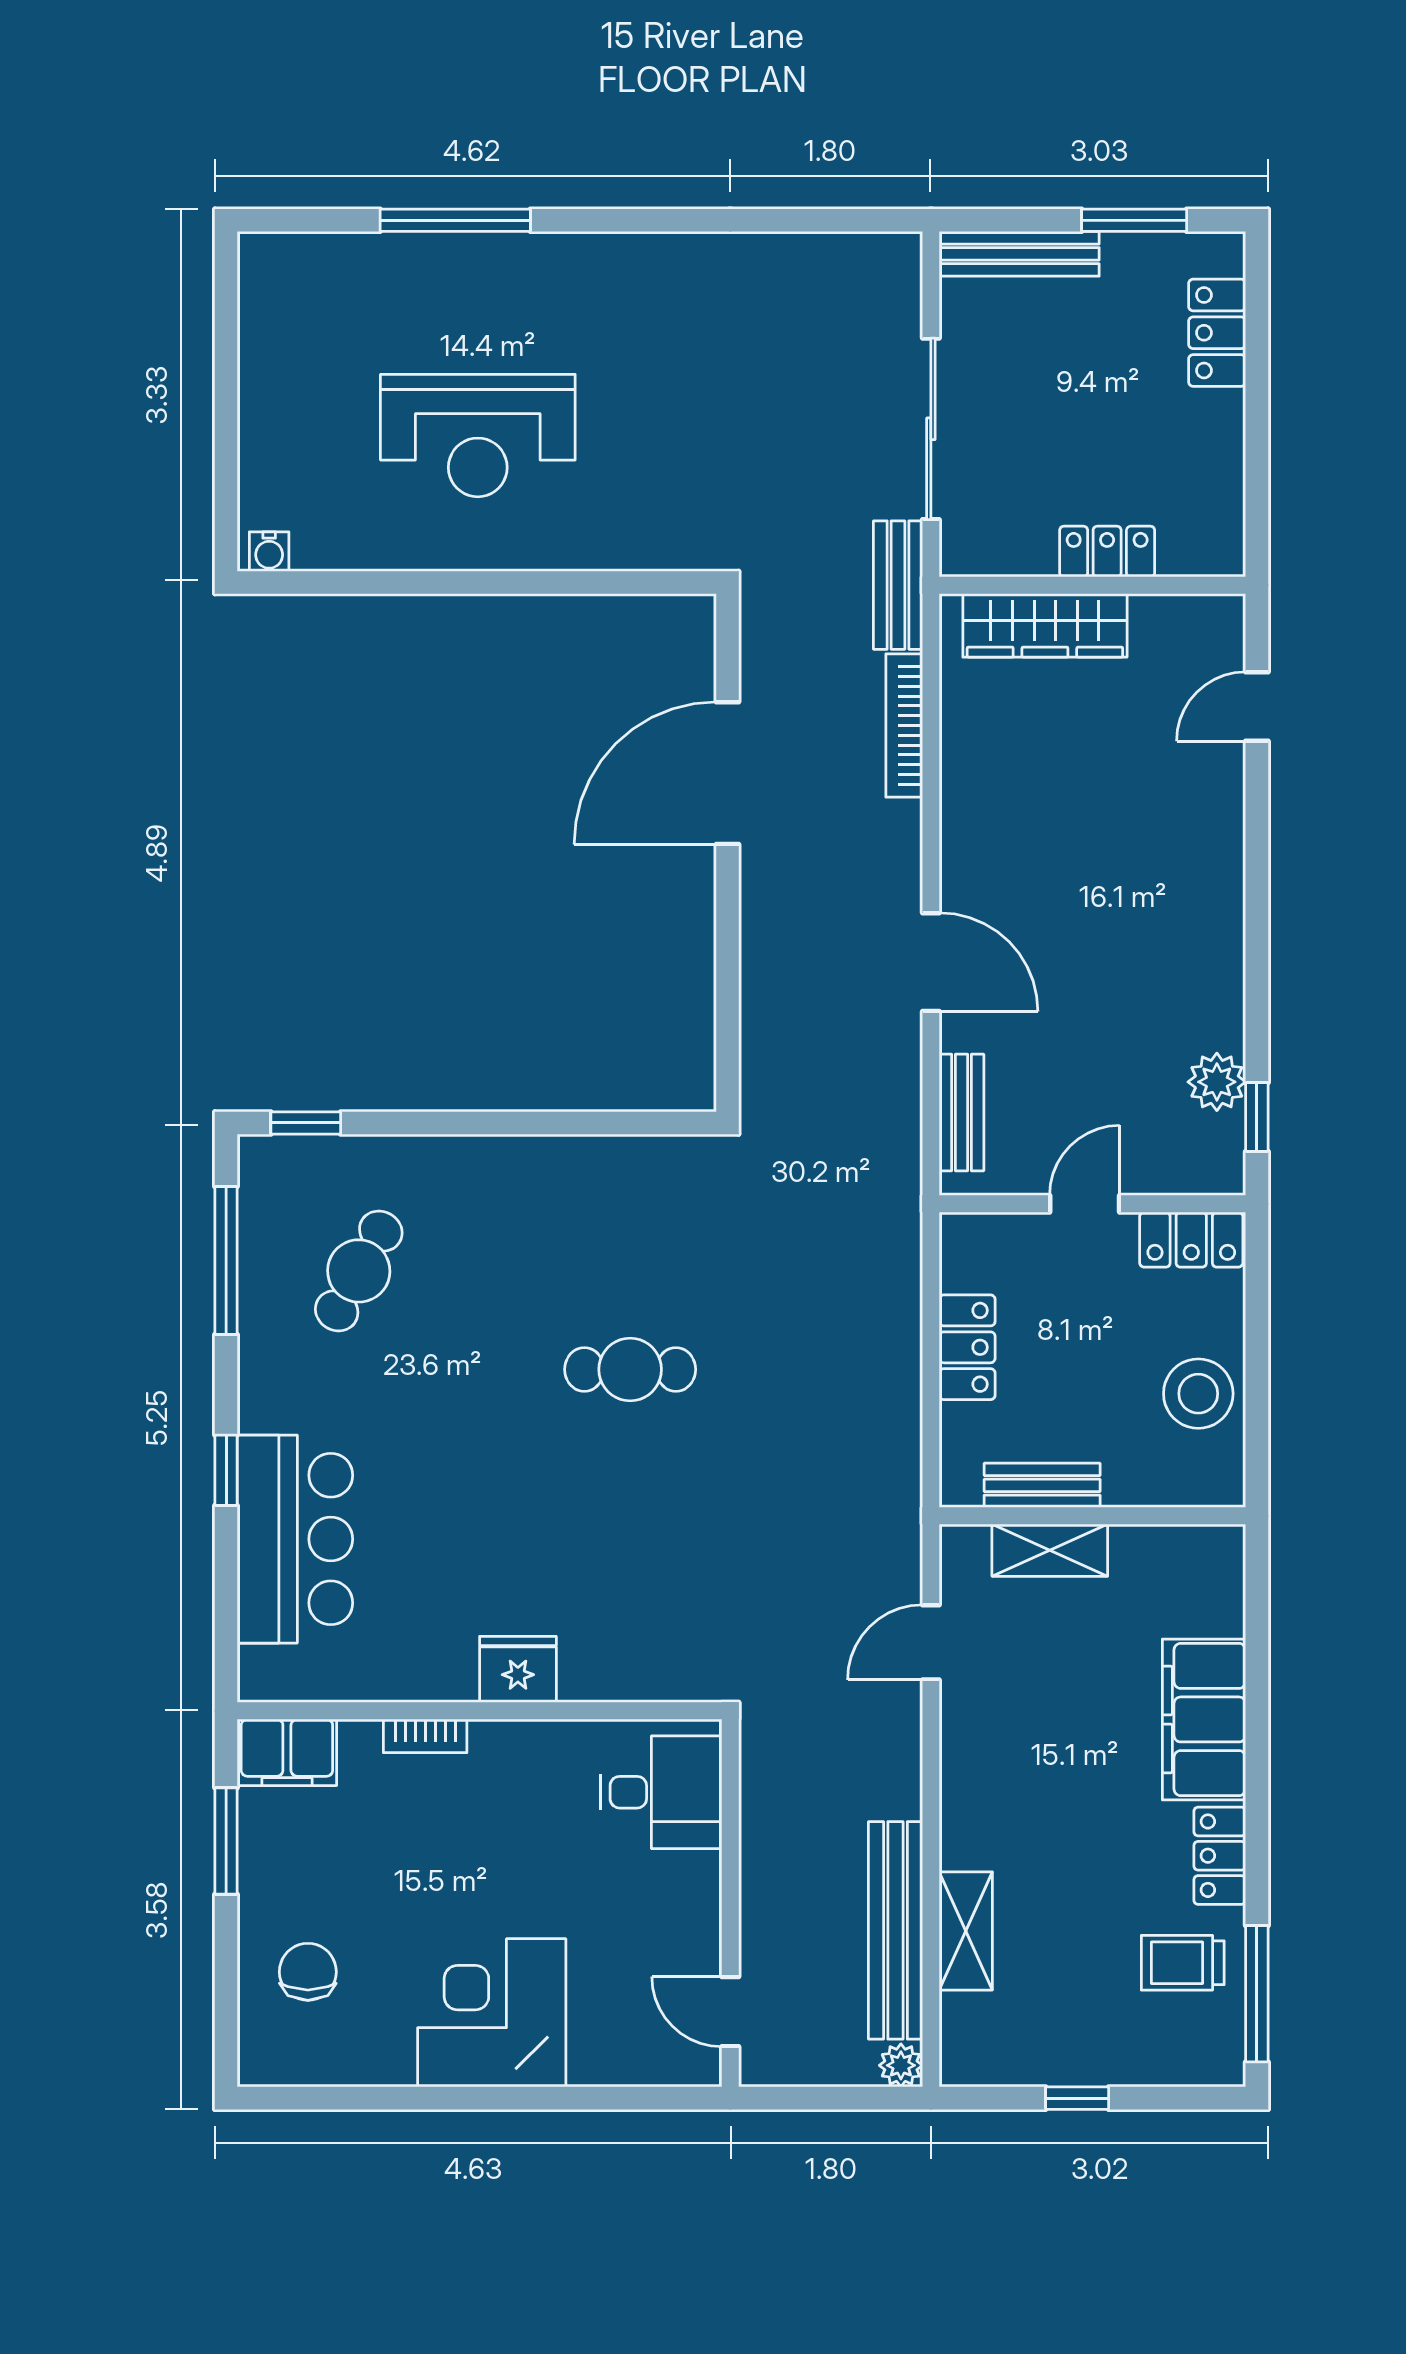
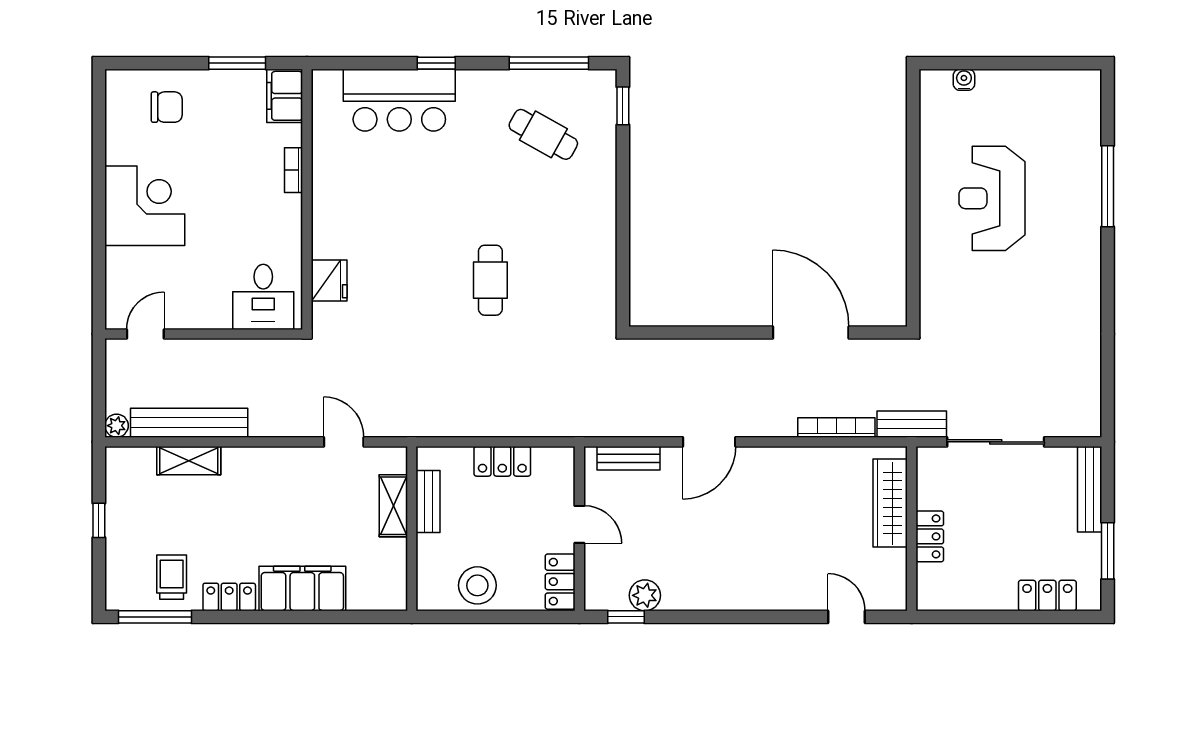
water cooler: (269, 552) -> (964, 80), moved, turned 90
fridge: (518, 1669) -> (329, 281), moved

